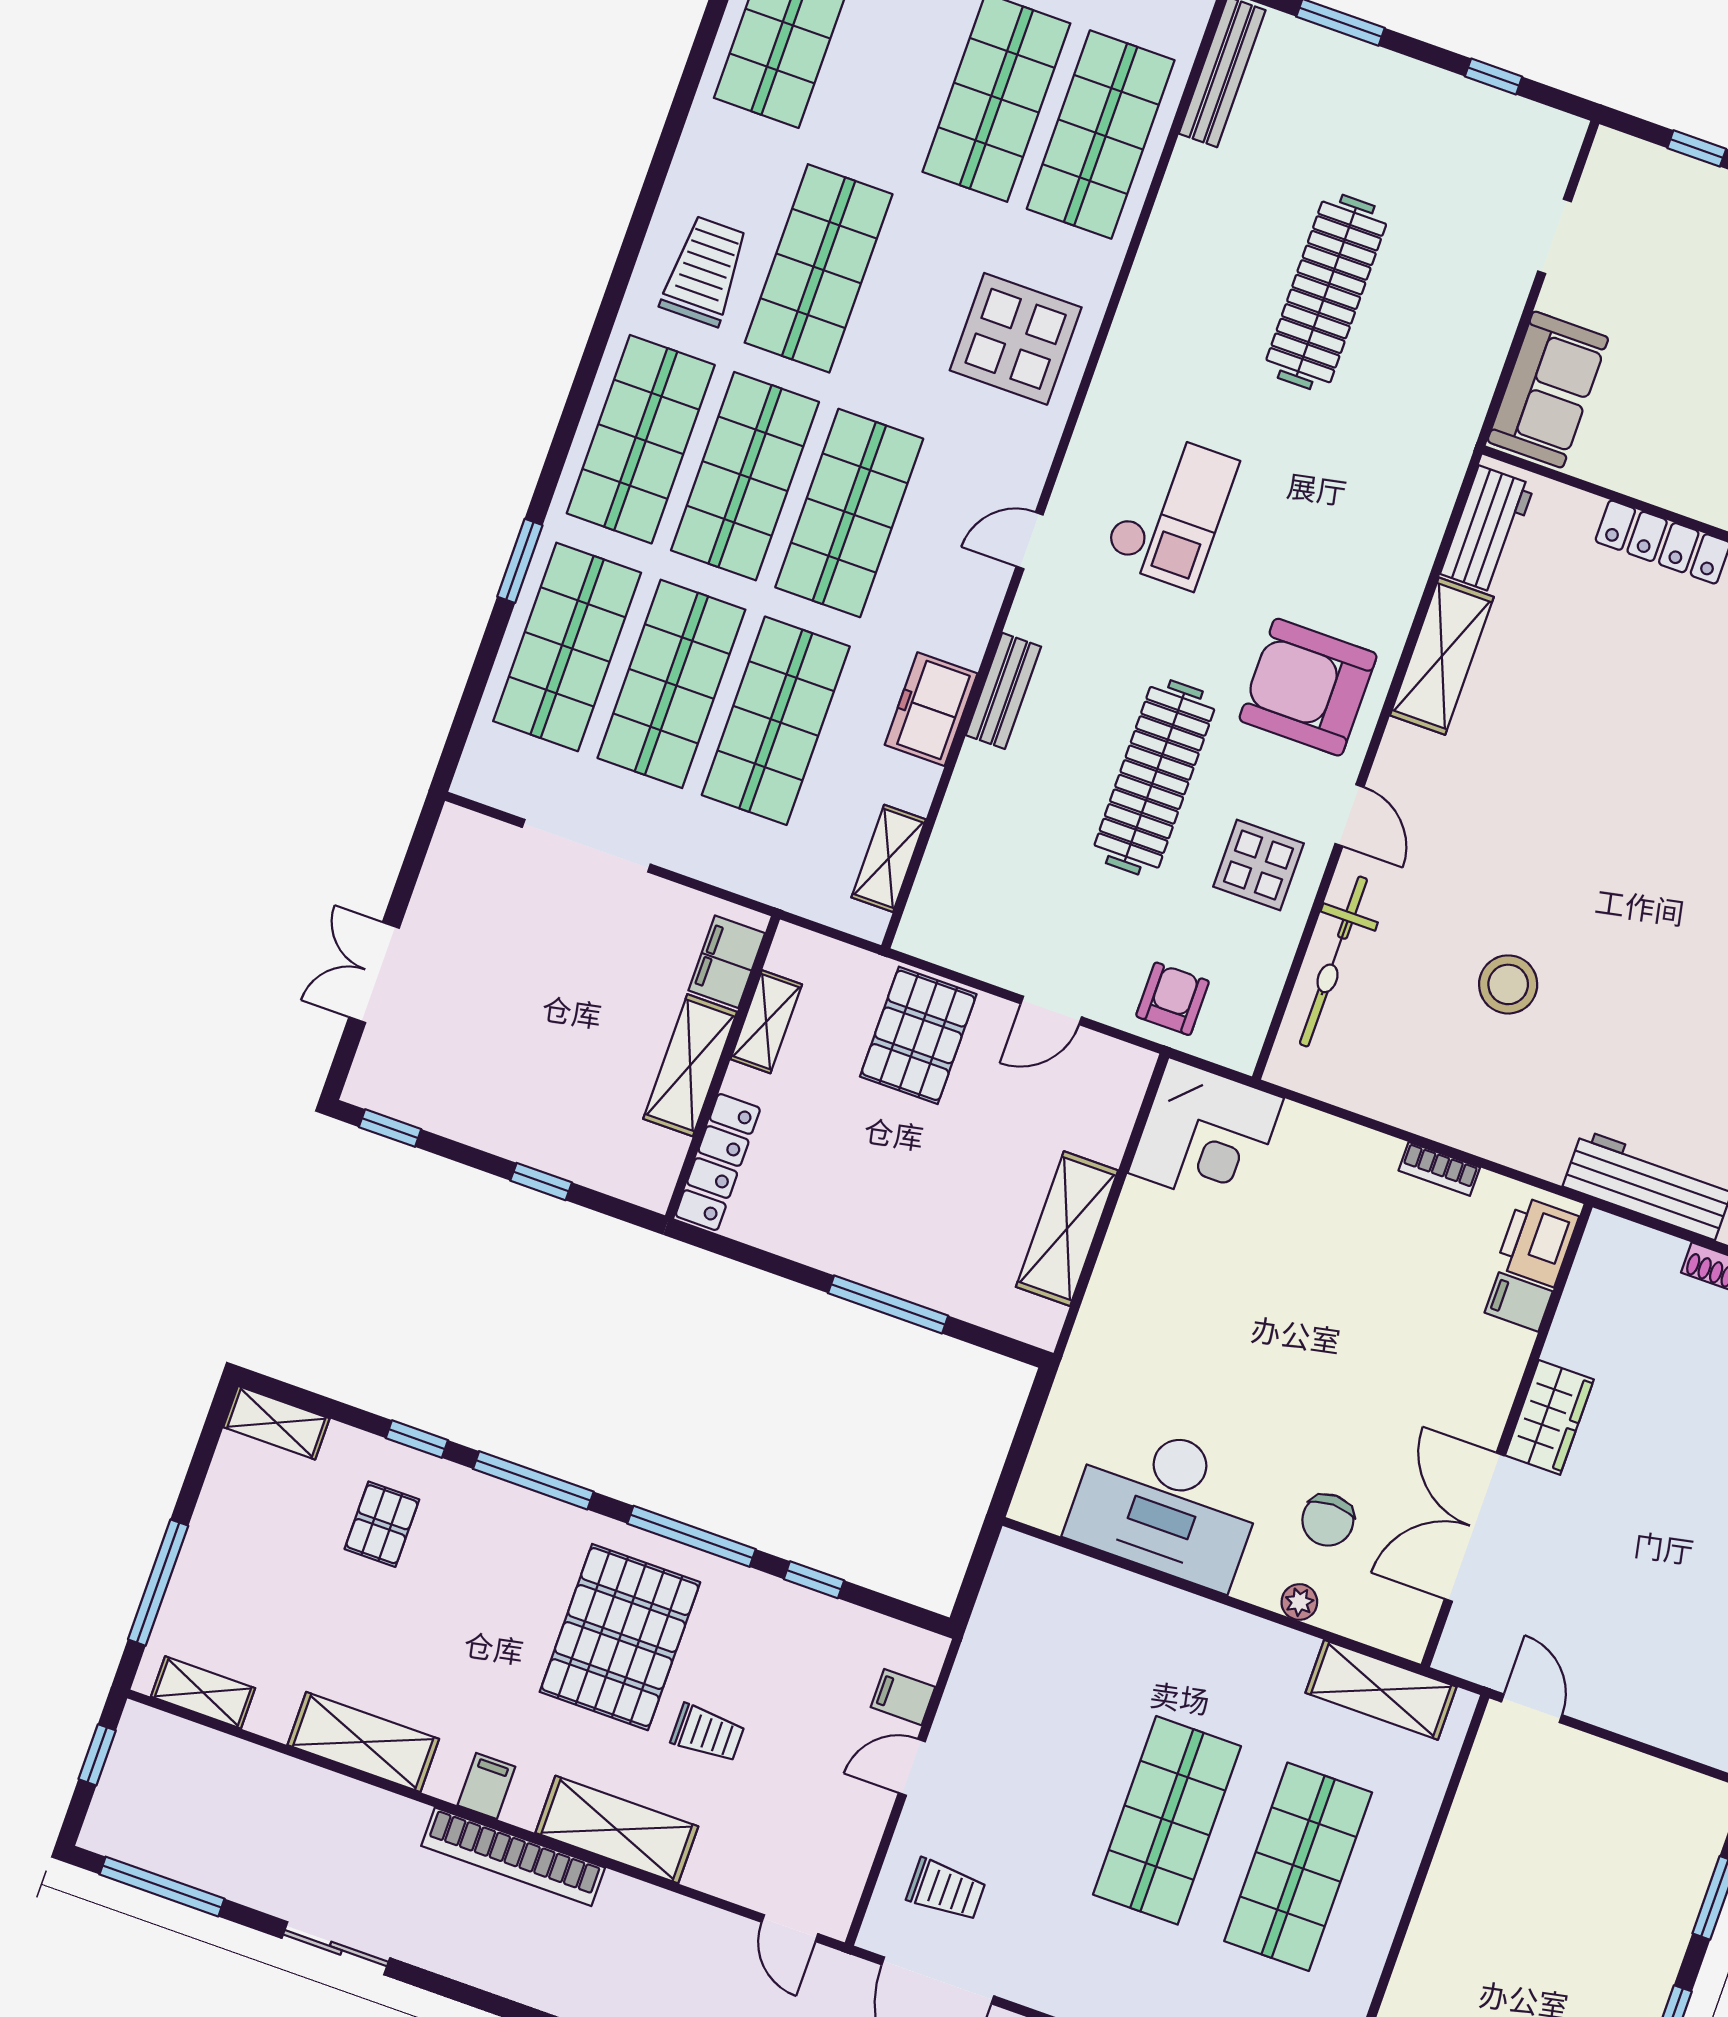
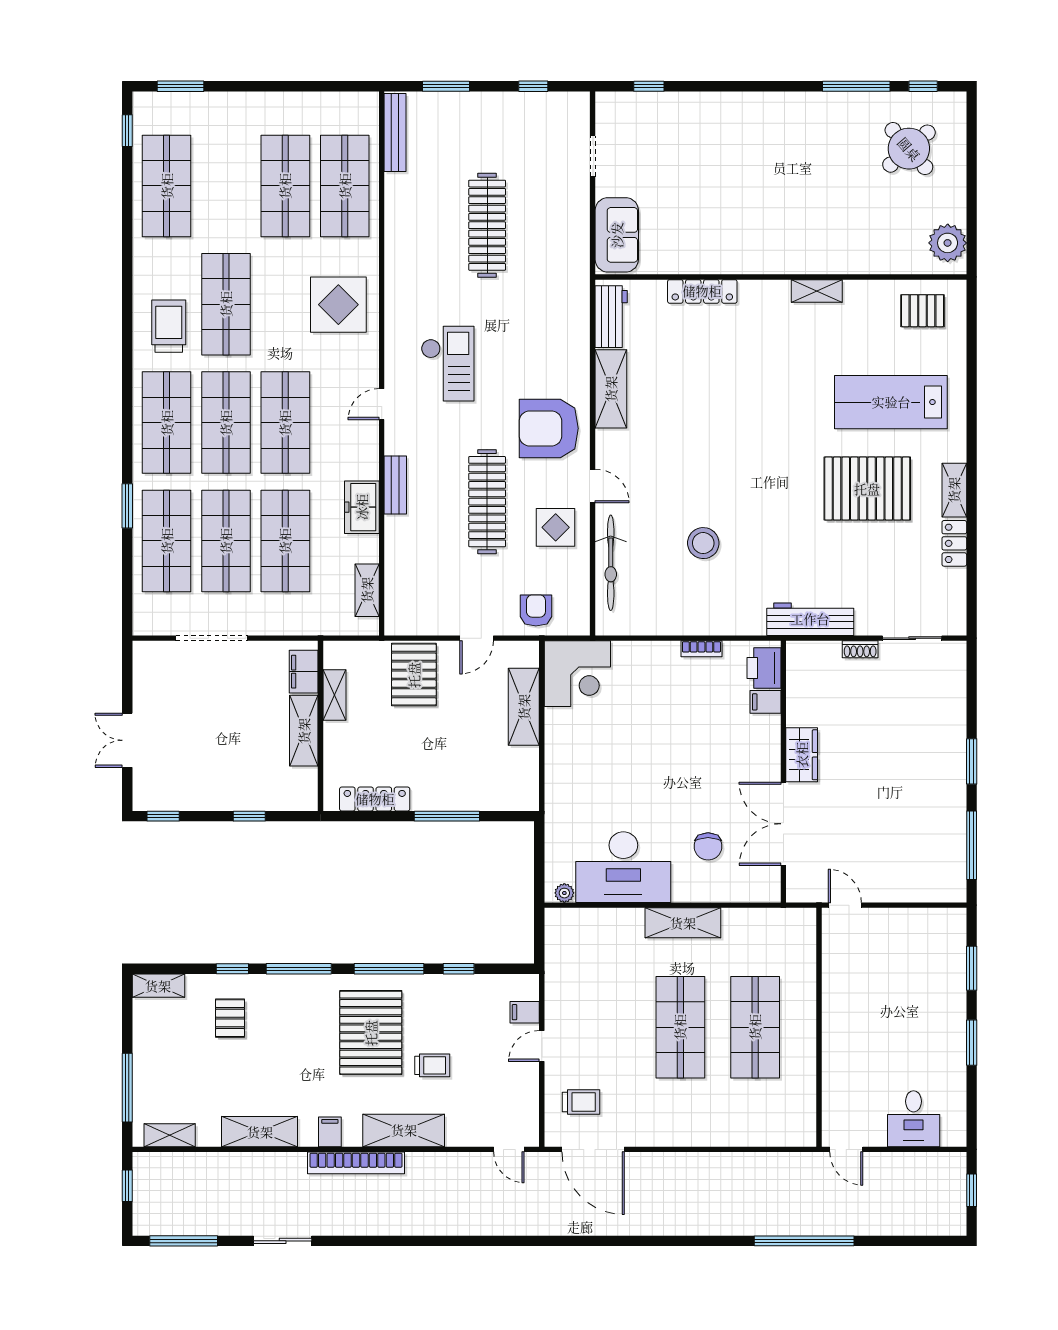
locker: (718, 1162) -> (375, 799), moved, turned -90
shelving: (1067, 1229) -> (524, 707), moved
plant: (1299, 1602) -> (564, 893), moved
shelving: (1381, 1690) -> (683, 923), moved

